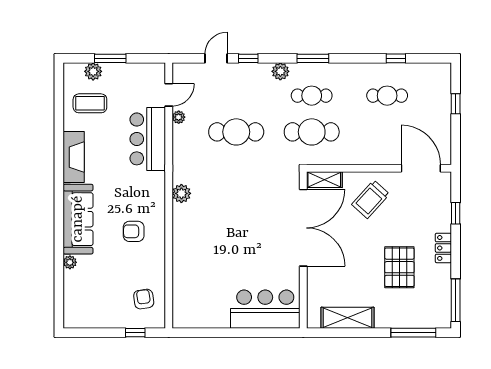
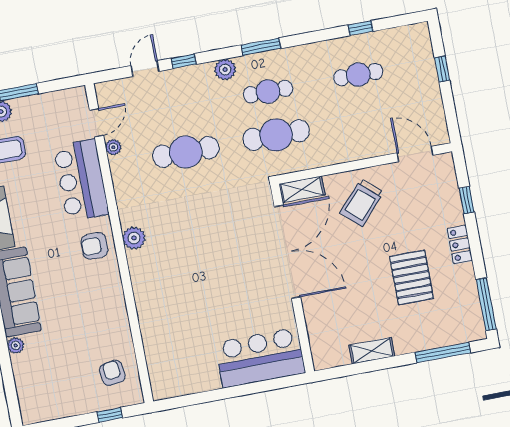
door: (421, 168) -> (415, 154), width x0.73
armchair: (134, 231) -> (94, 246), moved
shelving: (347, 318) -> (372, 351), width x0.67, depth x0.75

